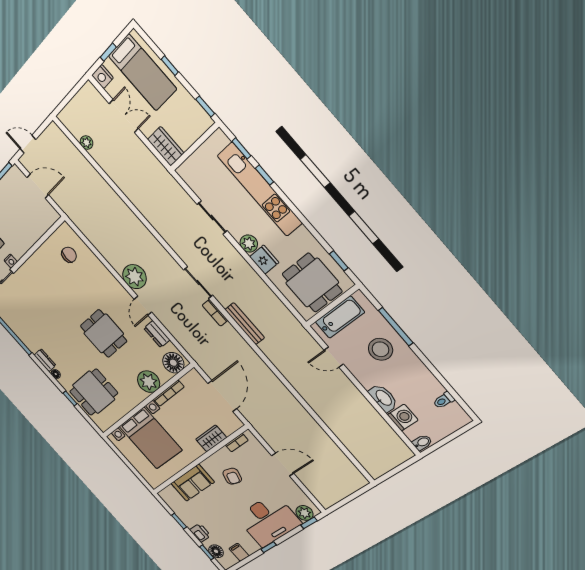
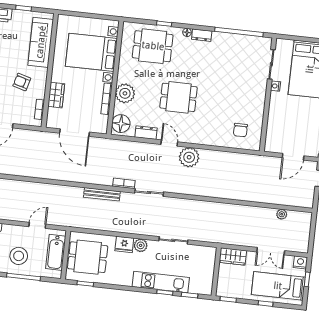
kitchen unit: (260, 189) -> (161, 282), width x0.73
dining table: (94, 392) -> (153, 46), turned 90
sofa: (193, 483) -> (41, 42), width x1.36

